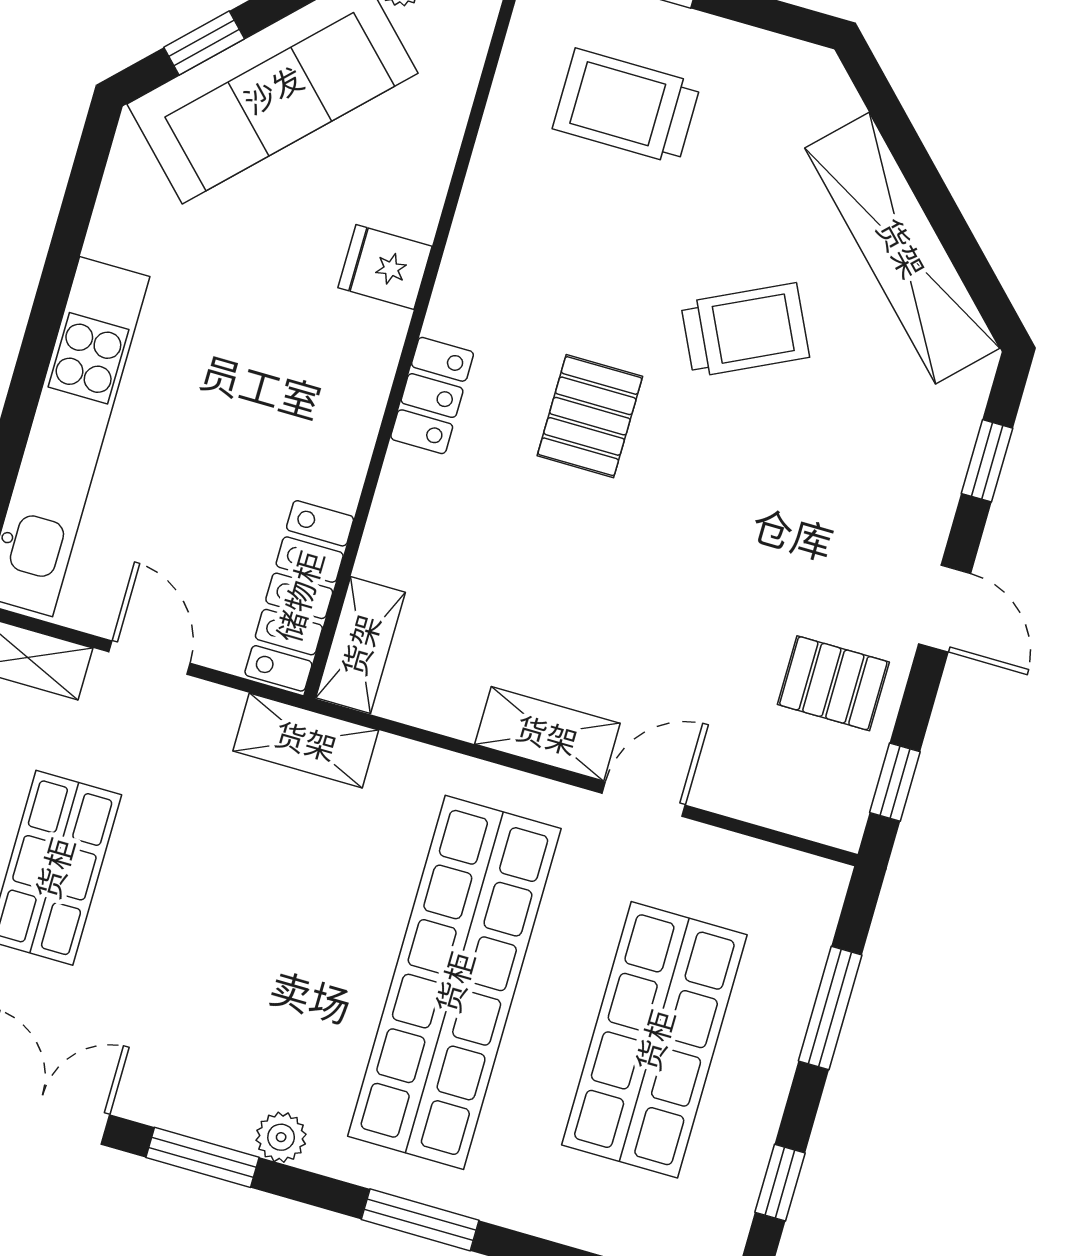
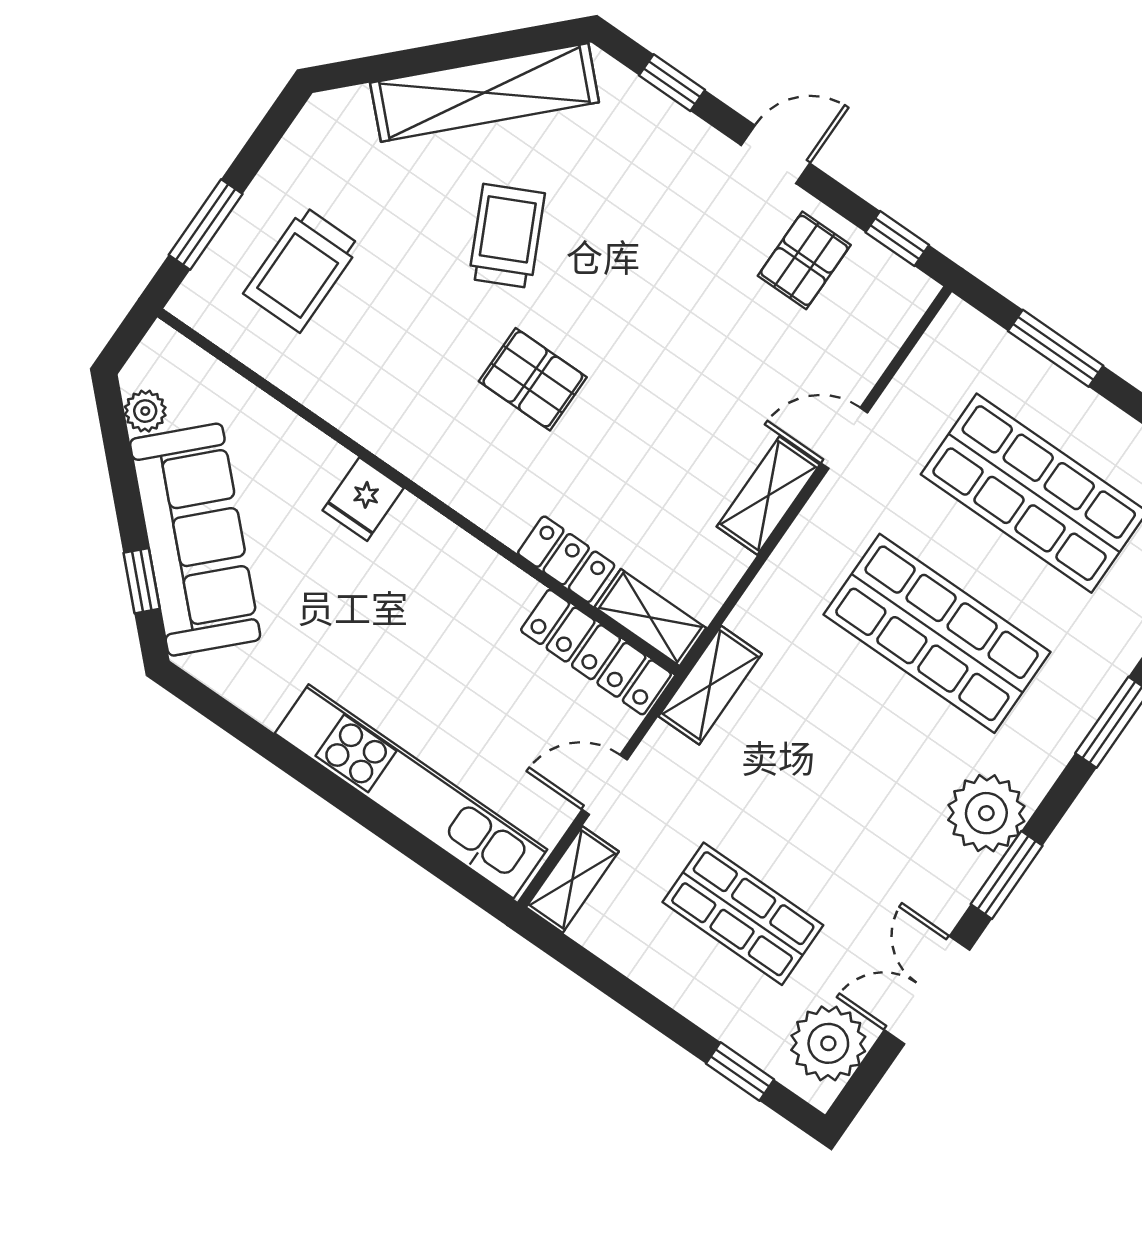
locker: (432, 396) -> (566, 559), moved
door: (644, 799) -> (845, 438), hinge flipped
shop shelf: (454, 982) -> (937, 633), width x0.71
plant: (281, 1137) -> (986, 813), width x1.88, depth x1.88

